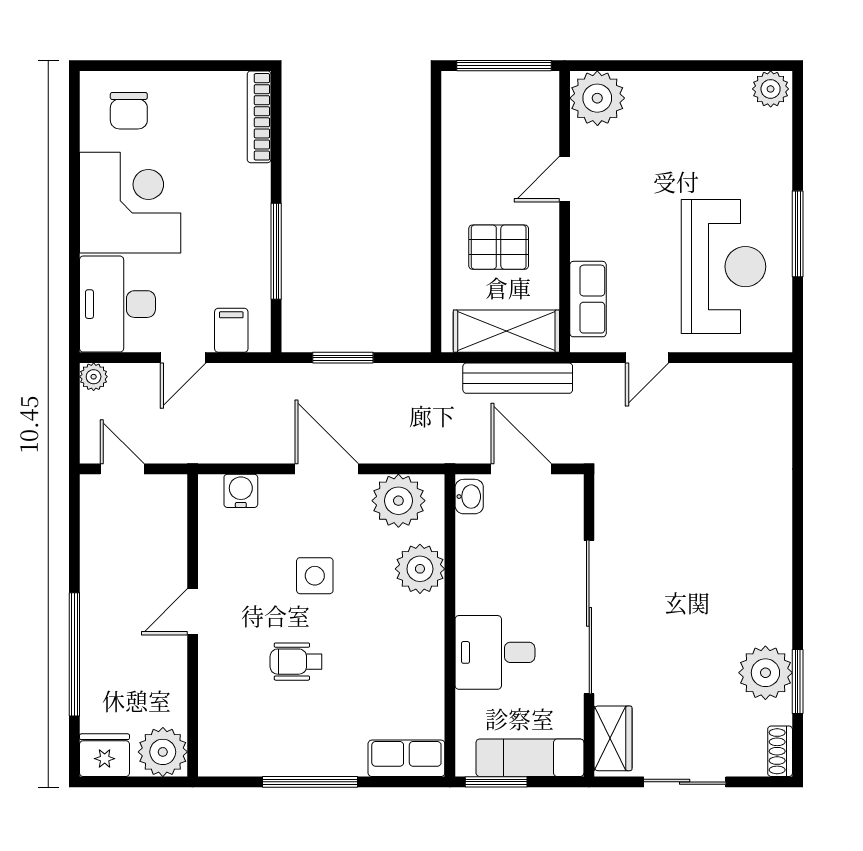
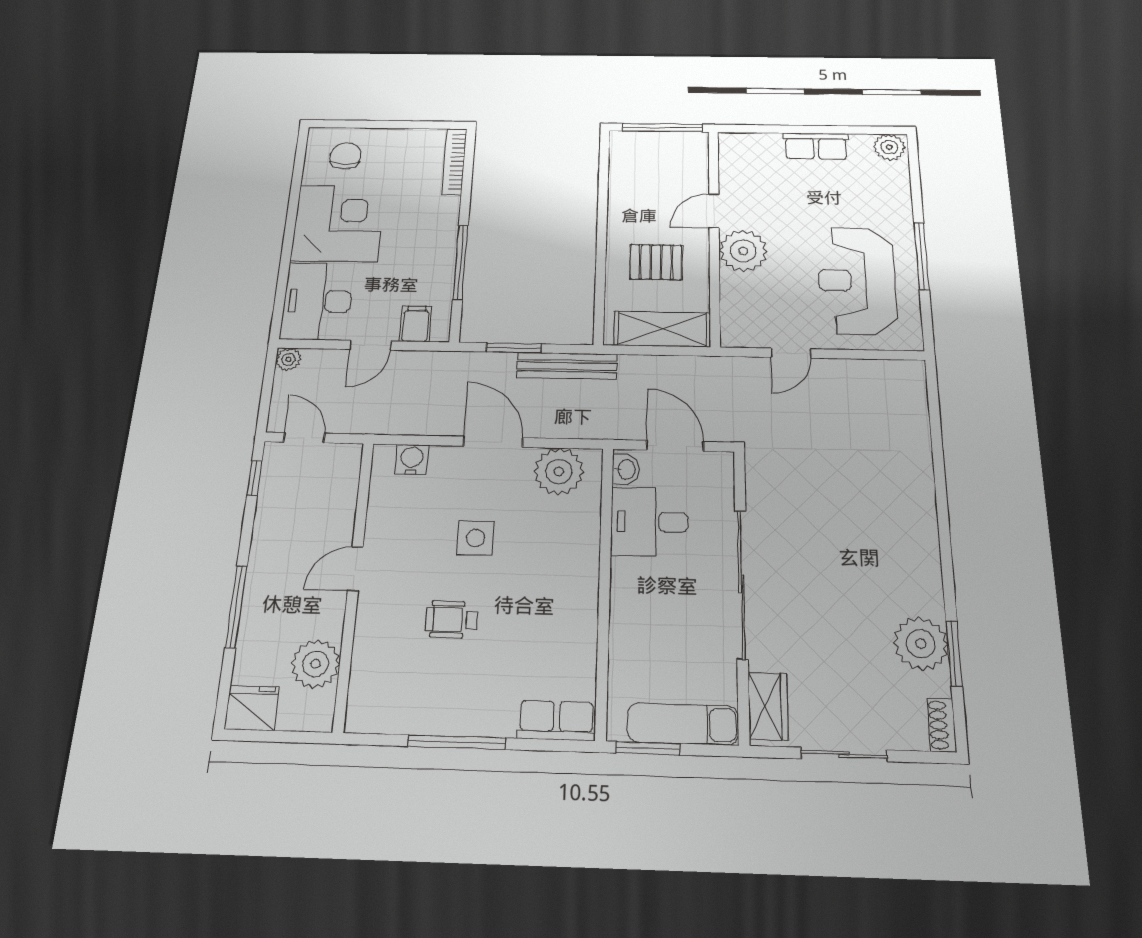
plant: (597, 98) -> (743, 251), moved
chair: (129, 111) -> (346, 156), turned 180
reception desk: (723, 267) -> (857, 281), turned 180
row of seats: (588, 299) -> (816, 146), moved, turned 90
bench: (518, 378) -> (567, 366), moved
window: (74, 516) -> (254, 478), added
plant: (420, 569) -> (577, 534), removed
desk: (495, 652) -> (650, 522), moved
window: (74, 654) -> (236, 607), width x0.68
plant: (163, 752) -> (316, 664), moved

